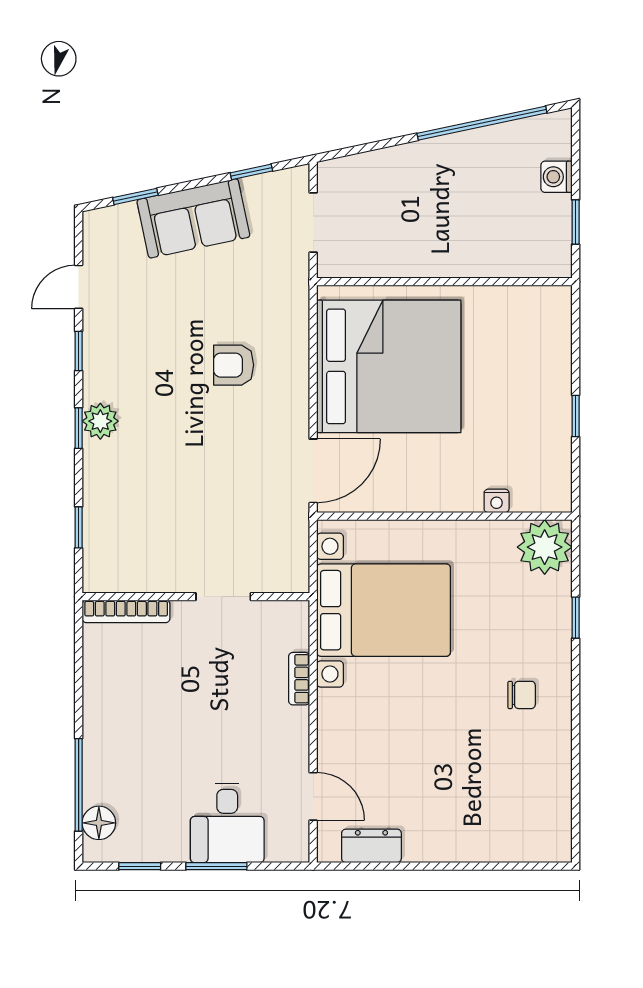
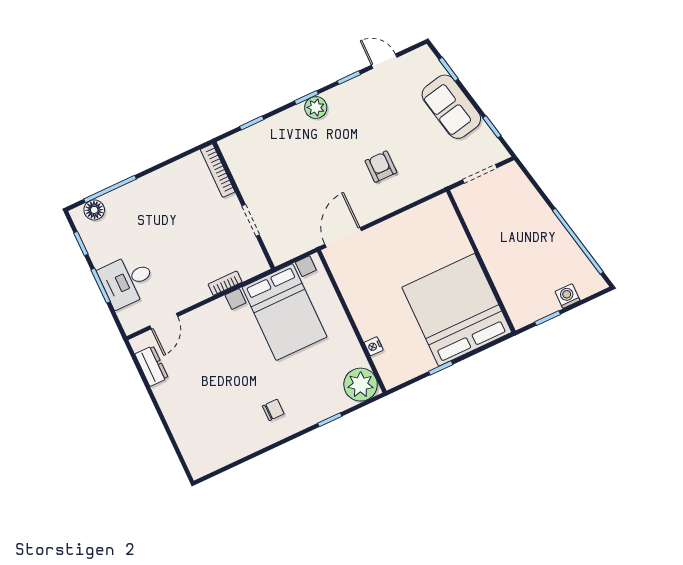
bed: (389, 366) -> (457, 310), moved, turned 180
door: (313, 471) -> (343, 238), swing flipped
chair: (522, 695) -> (273, 410), turned -90

